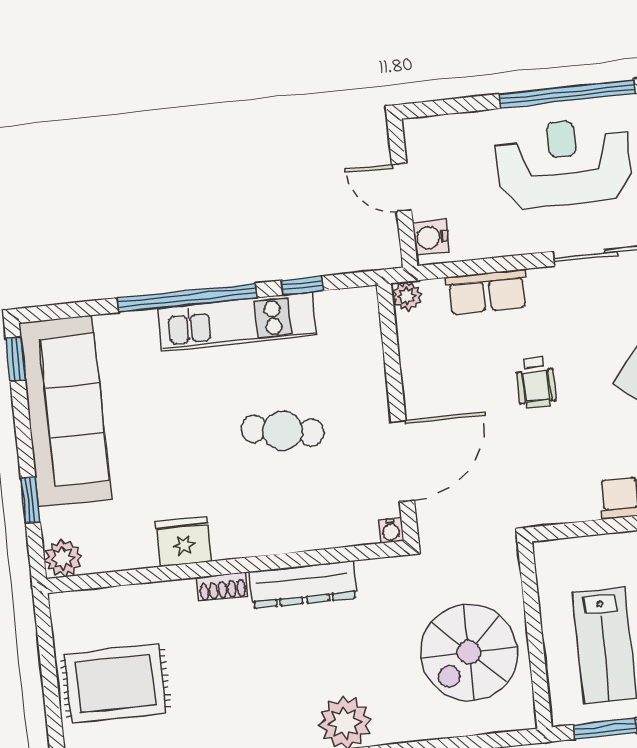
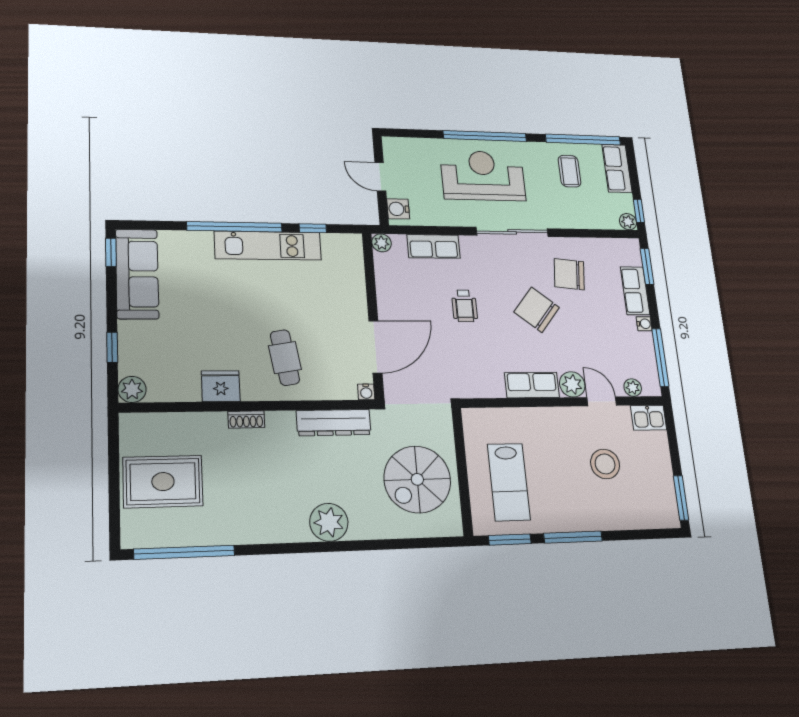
sofa: (65, 411) -> (137, 274), width x0.74, depth x0.79
cafe table: (283, 431) -> (285, 358), moved, turned 71
dresser: (303, 585) -> (334, 423), moved

